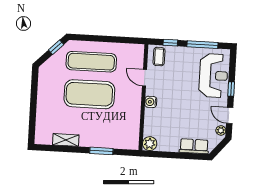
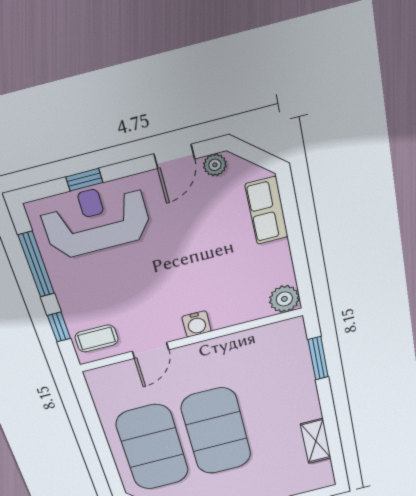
exercise mat: (91, 62) -> (153, 448), width x1.47
window: (231, 89) -> (84, 180), moved
window: (101, 151) -> (318, 358), moved

